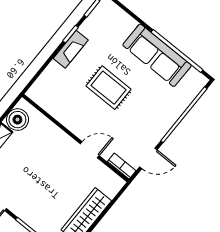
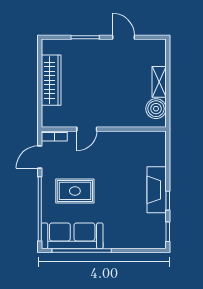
fireplace: (71, 49) -> (157, 190), width x1.37, depth x1.32
sofa: (157, 55) -> (72, 236), moved
rug: (109, 88) -> (75, 191), moved

